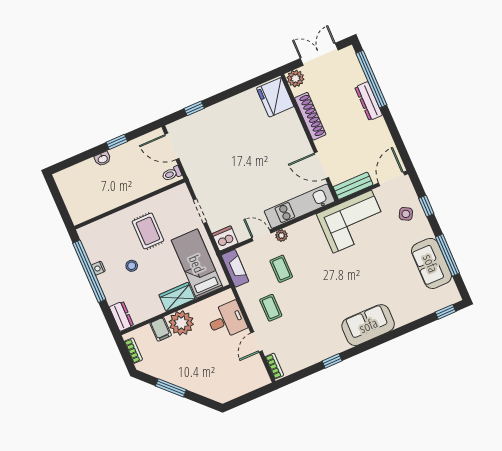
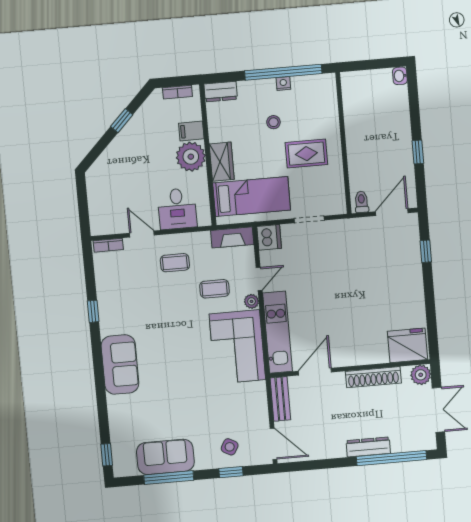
washbasin: (103, 159) -> (400, 76), moved
corner sofa: (352, 222) -> (237, 347), moved
window: (171, 388) -> (122, 121), width x0.67

